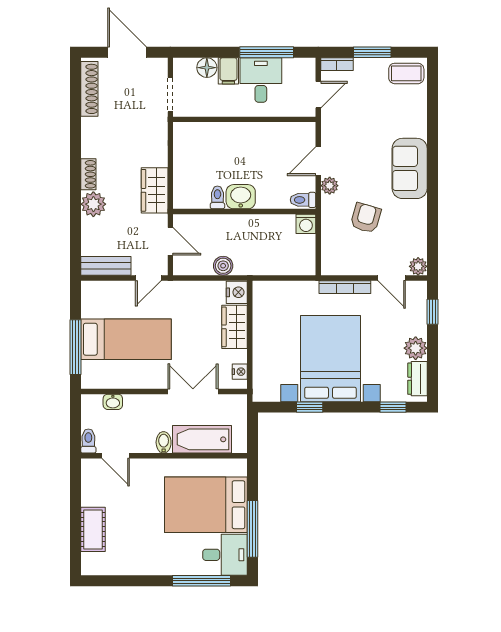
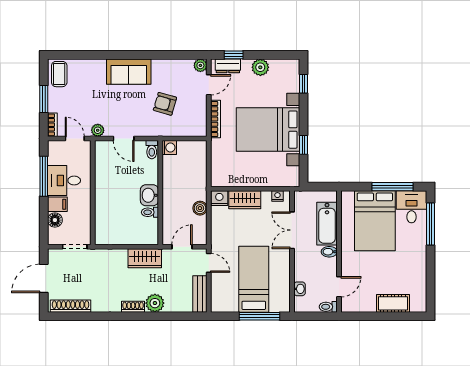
plant: (330, 186) -> (98, 130), moved
dresser: (417, 379) -> (228, 66), moved

